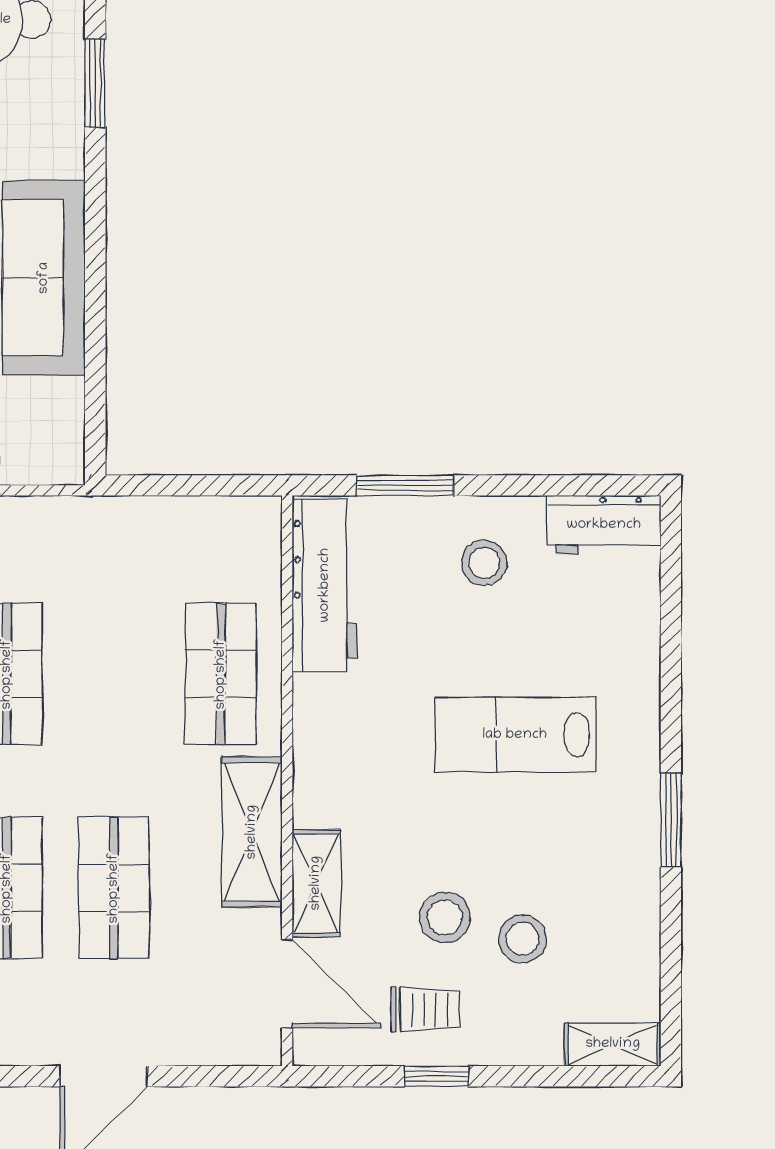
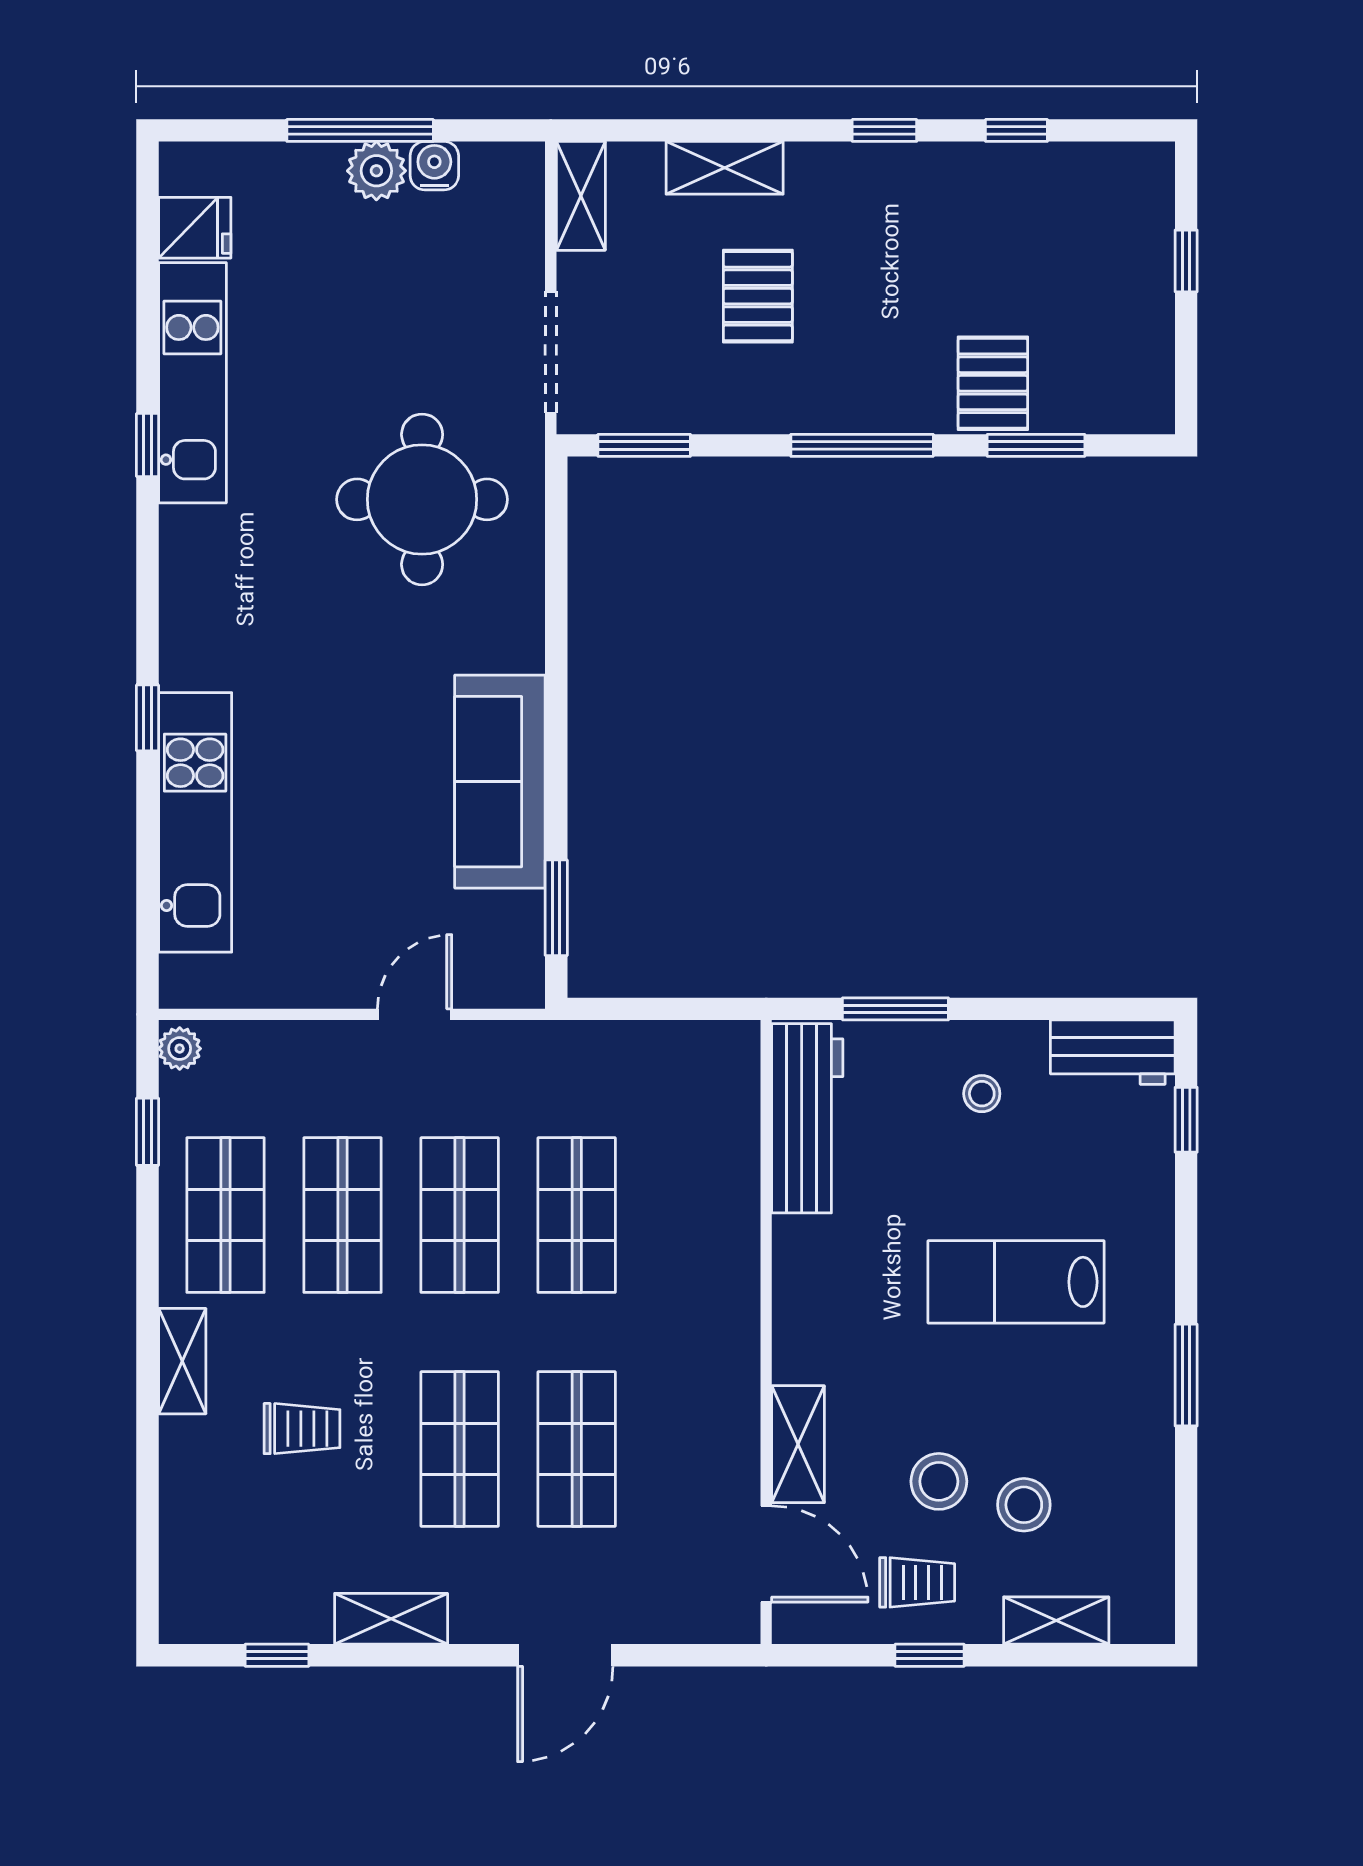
window: (95, 83) -> (556, 908), moved
stool: (484, 563) -> (982, 1094), width x0.73, depth x0.73
window: (671, 587) -> (1186, 1120), added
shop shelf: (221, 674) -> (577, 1215), moved
shelving: (252, 832) -> (728, 1388), removed
shelving: (613, 1044) -> (1056, 1621), moved

